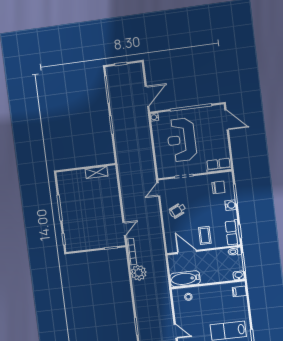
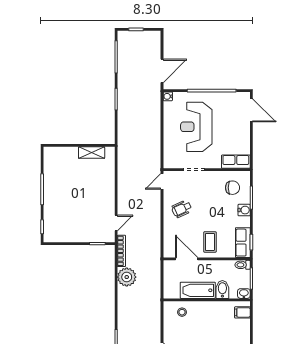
bidet: (220, 274) -> (222, 289), added
bathtub: (185, 279) -> (198, 290), moved

